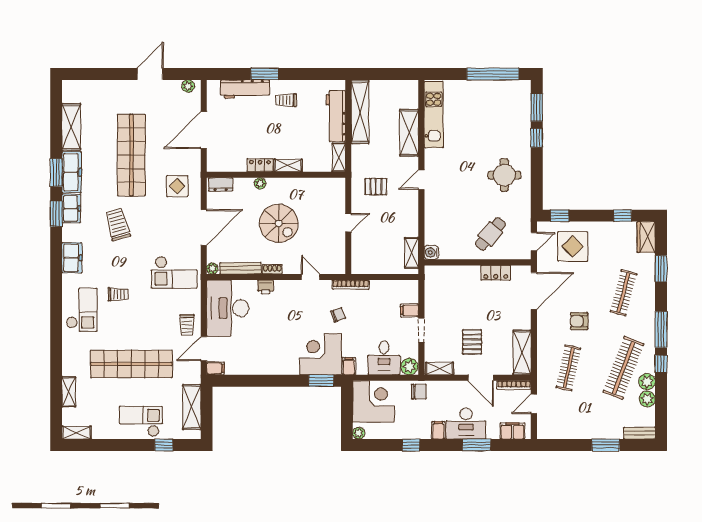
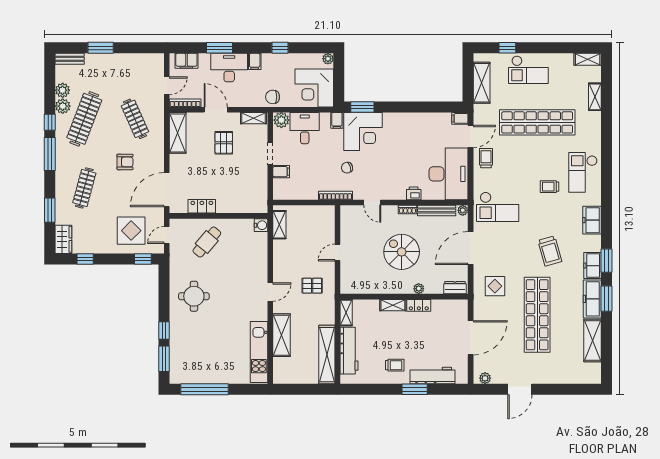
checkout: (174, 272) -> (498, 207), turned 180
clothes rail: (568, 368) -> (135, 119), turned -36

